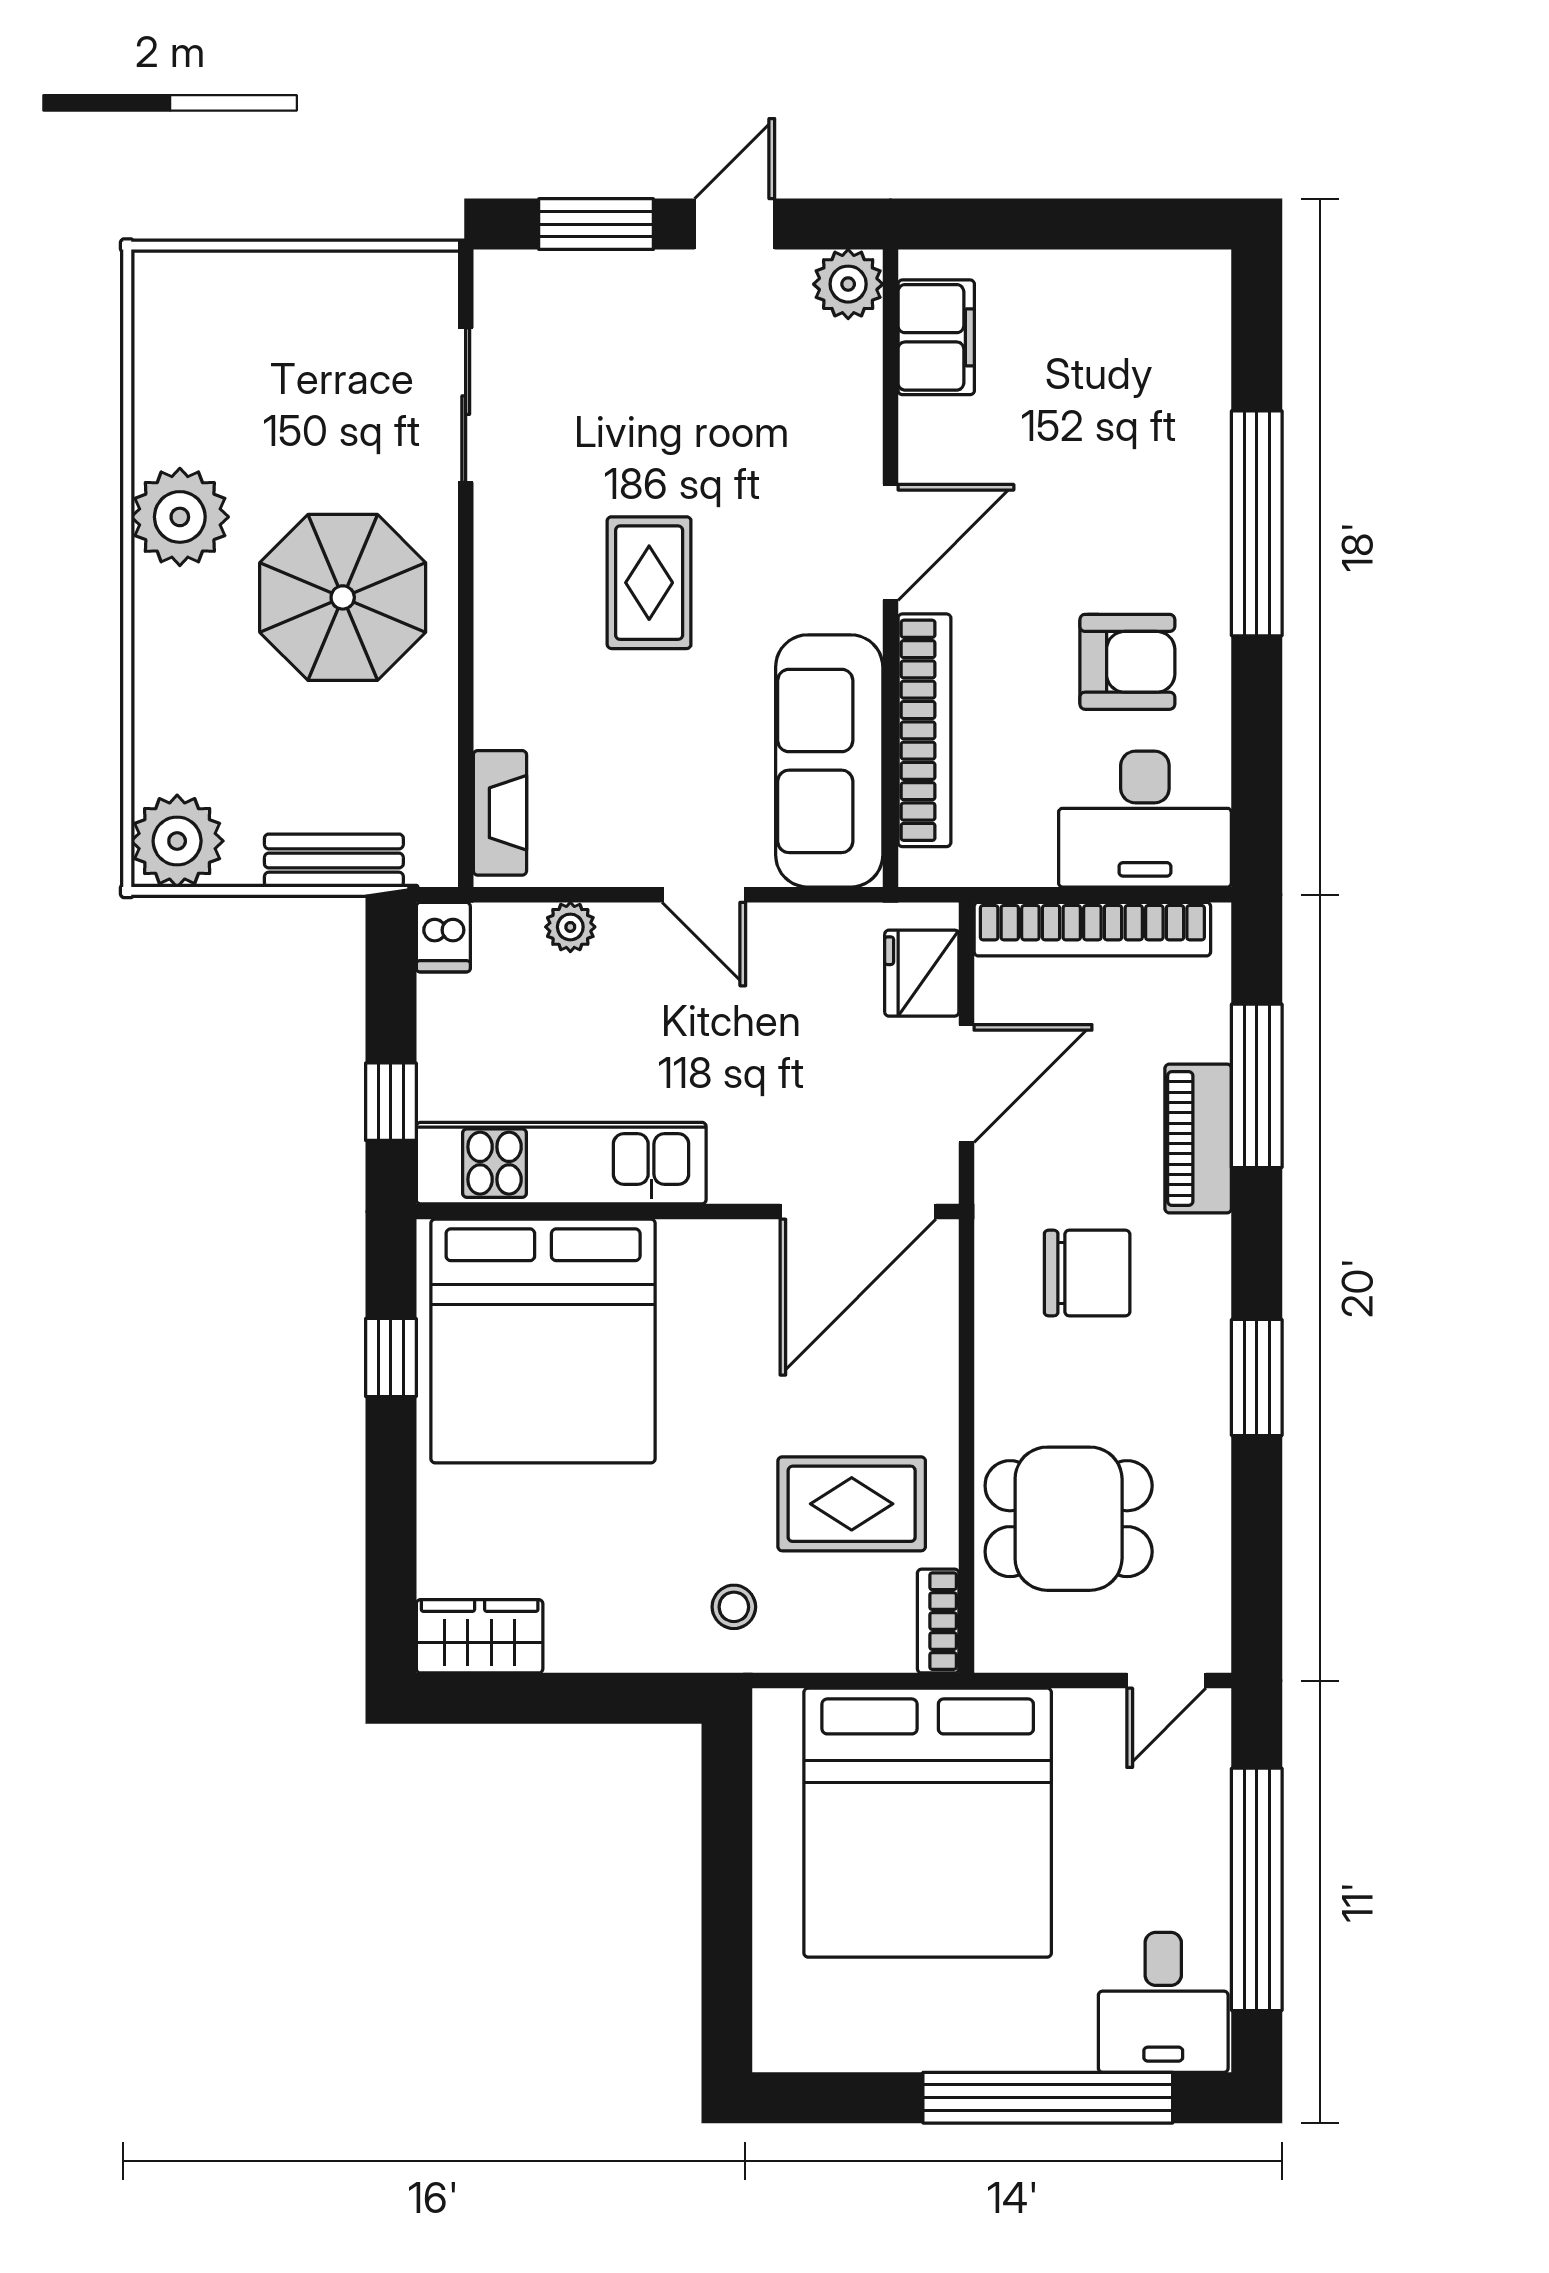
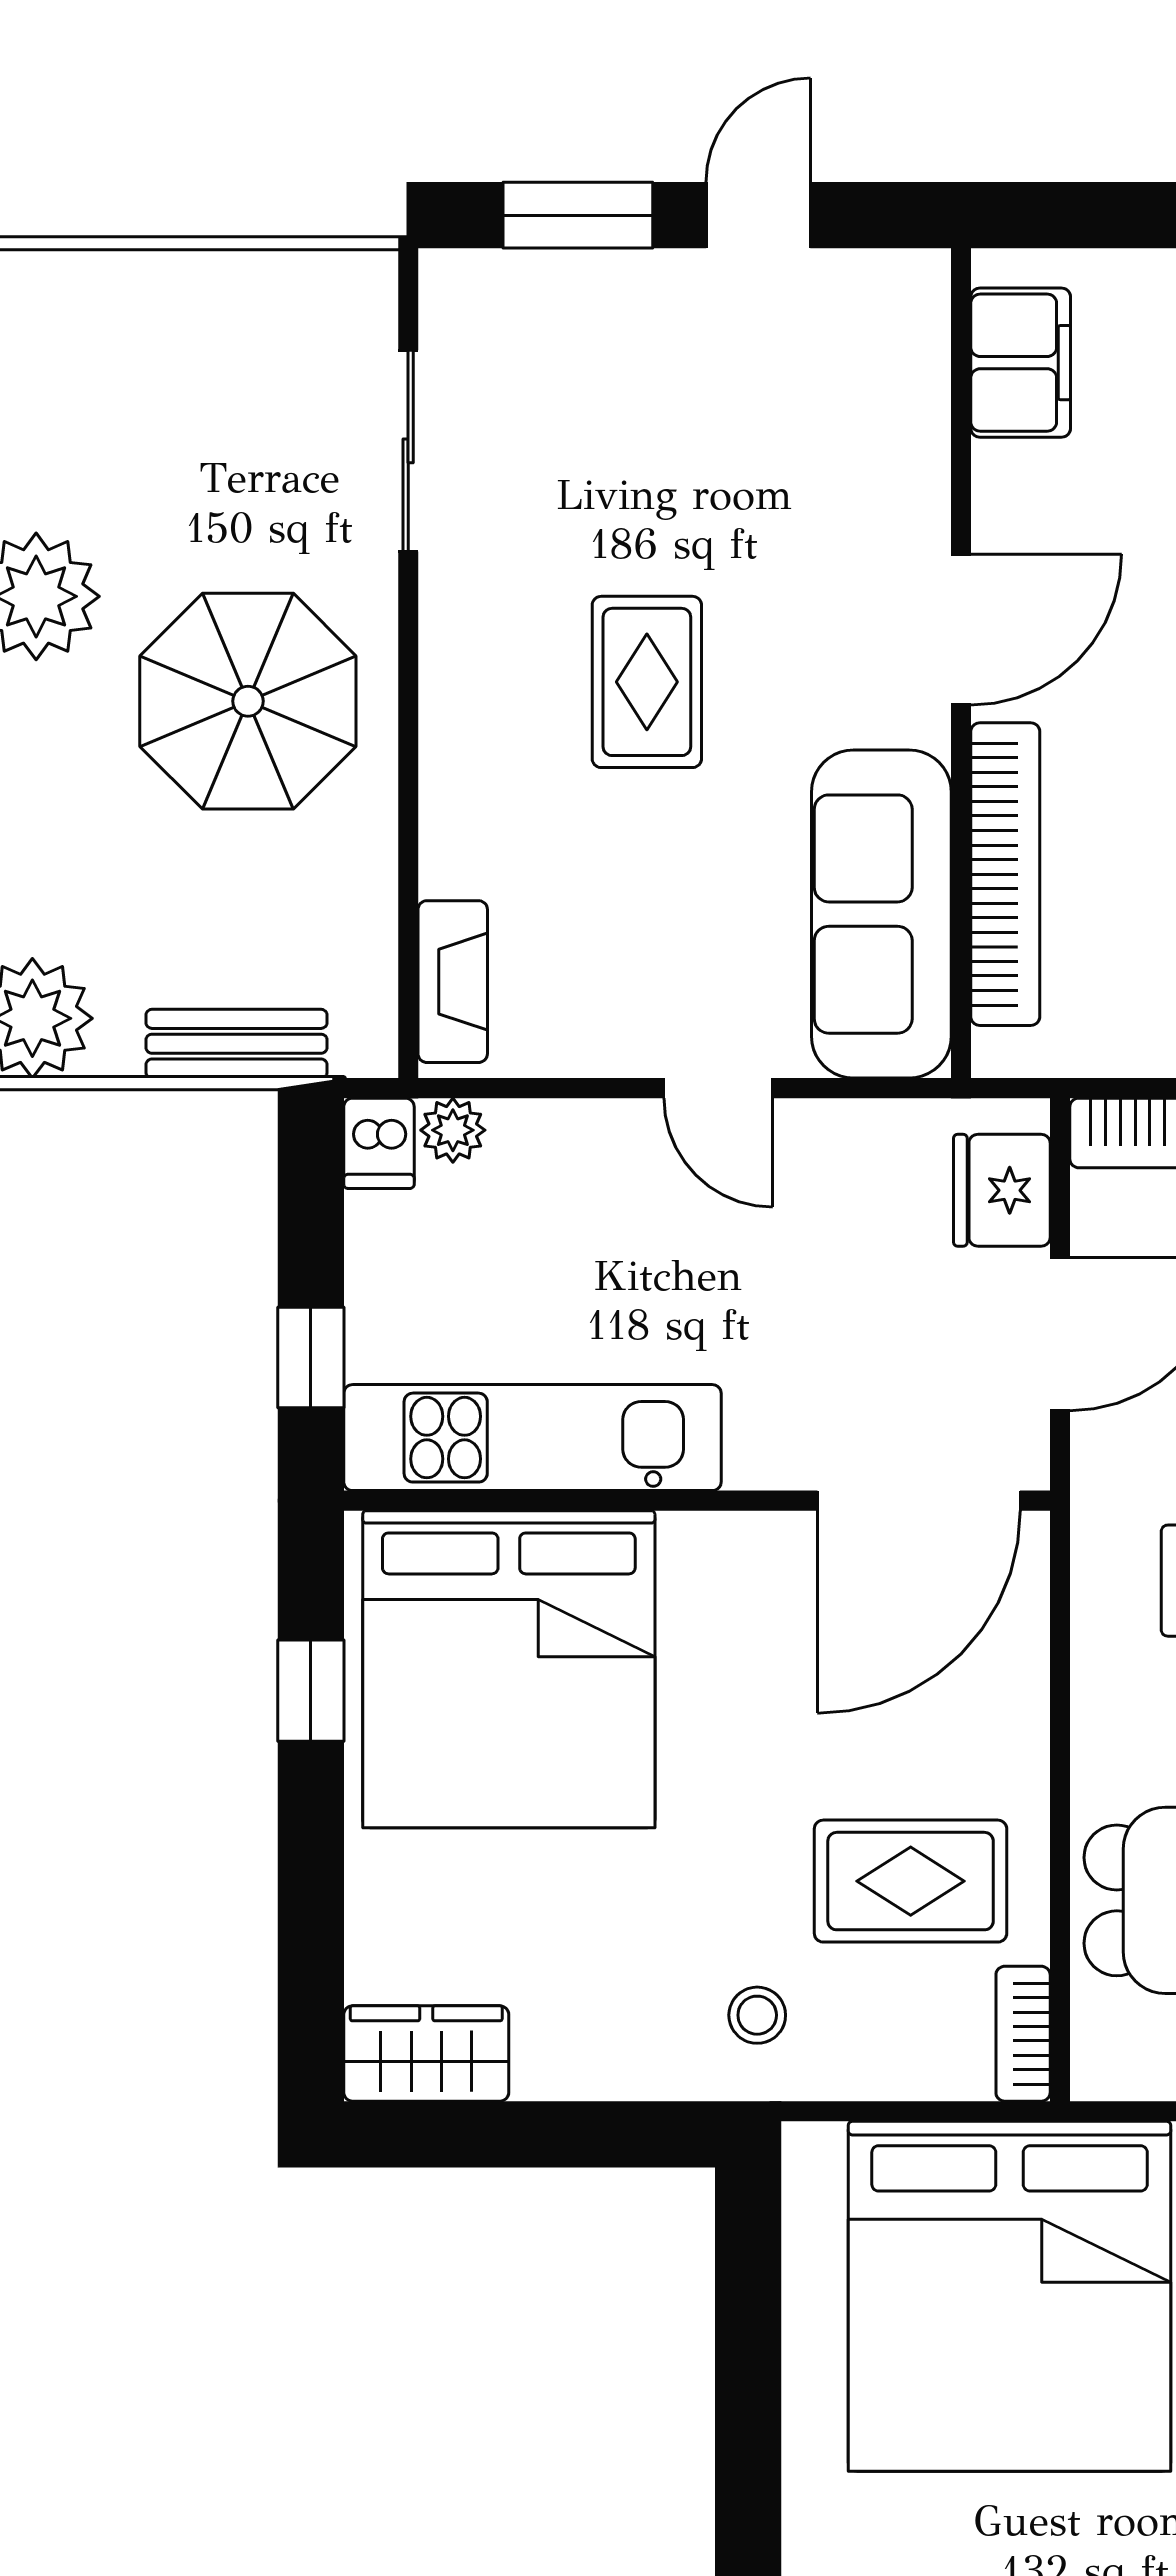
plant: (848, 284) -> (906, 293), removed
plant: (570, 927) -> (453, 1130), moved

